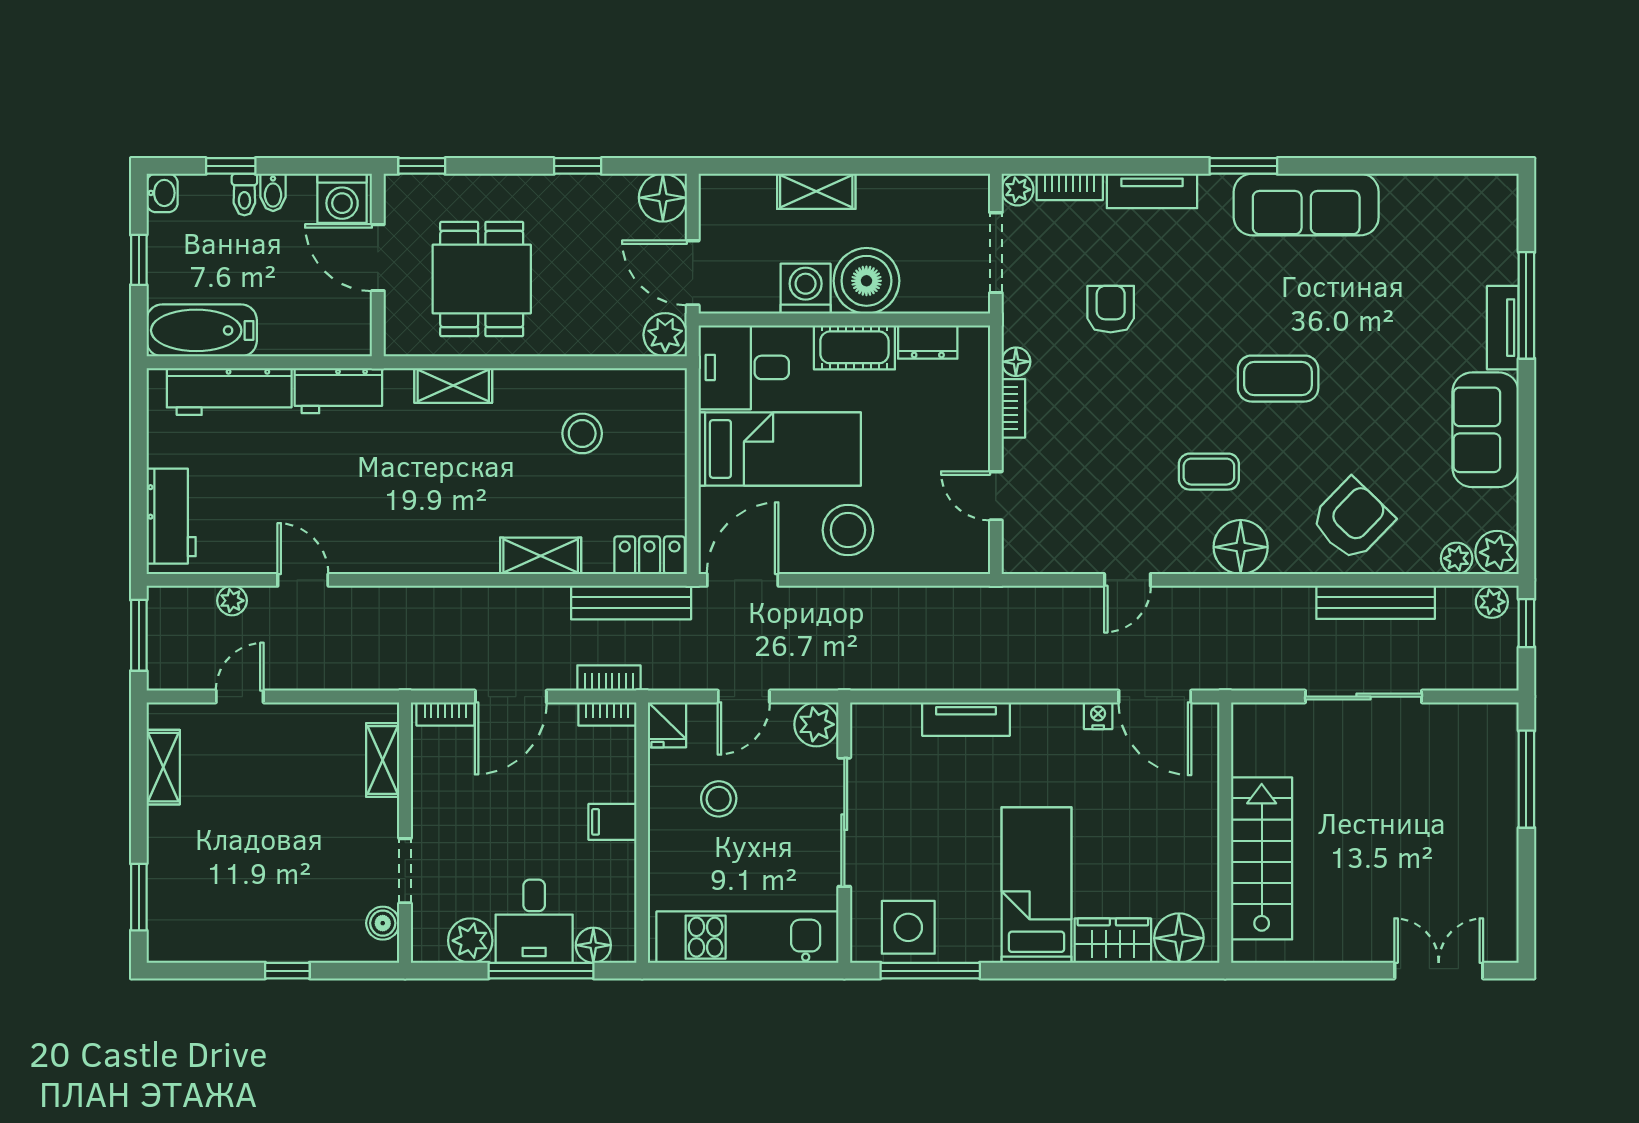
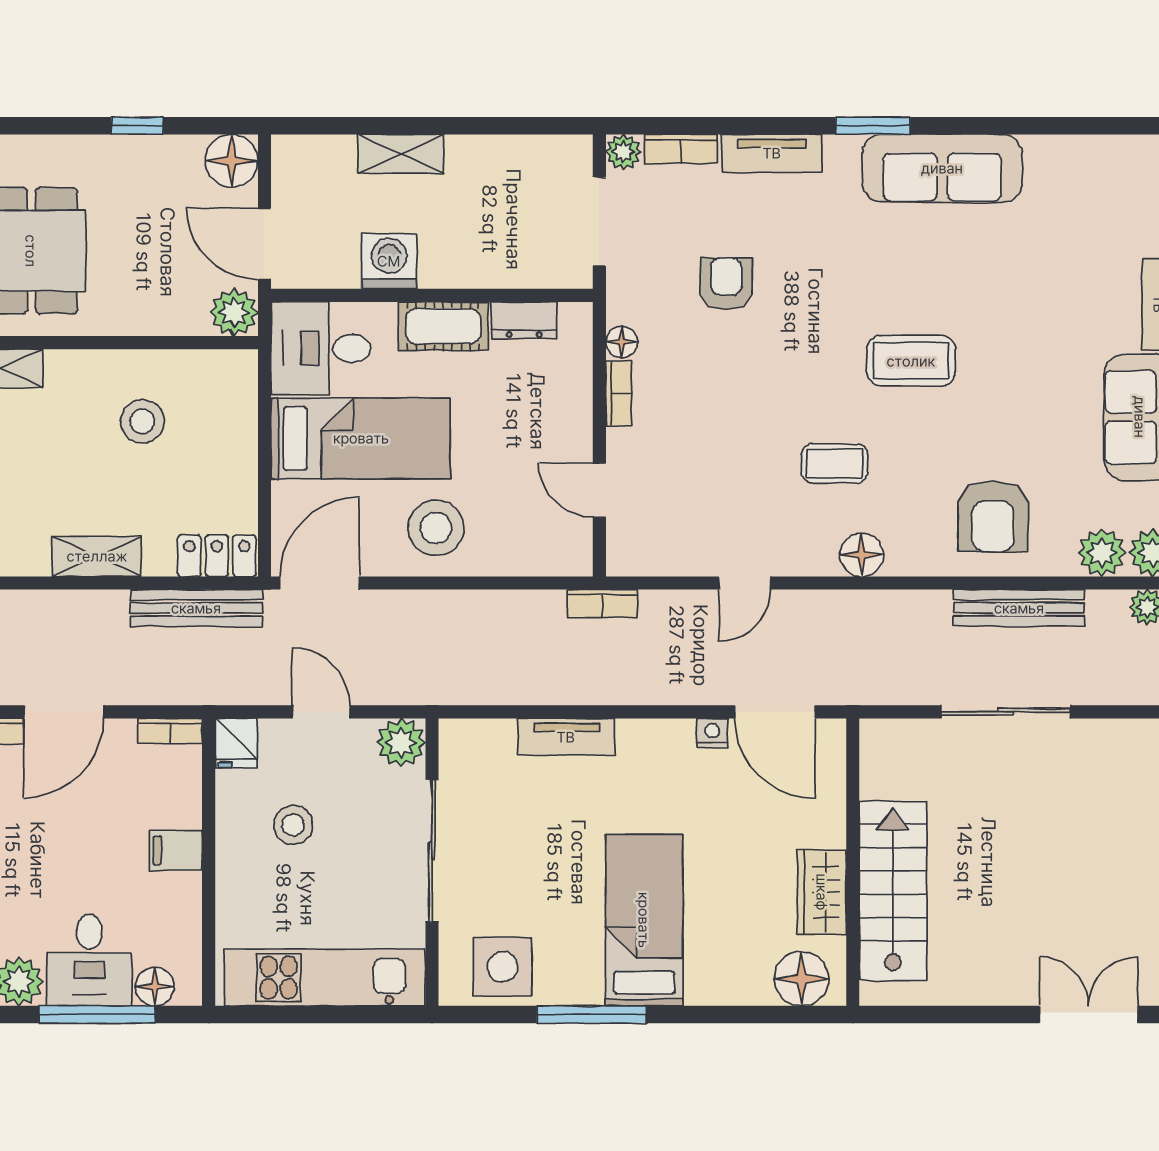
boiler: (866, 281) -> (456, 253), removed
armchair: (1352, 520) -> (993, 516), turned 136
floor lamp: (1241, 547) -> (862, 555), width x0.73, depth x0.73
plant: (1457, 558) -> (1102, 553), width x1.38, depth x1.38
bookcase: (609, 678) -> (602, 603), moved, turned 180
door: (744, 697) -> (321, 712), swing flipped
wardrobe: (1113, 941) -> (822, 892), moved, turned -90
window: (930, 971) -> (591, 1015), moved

